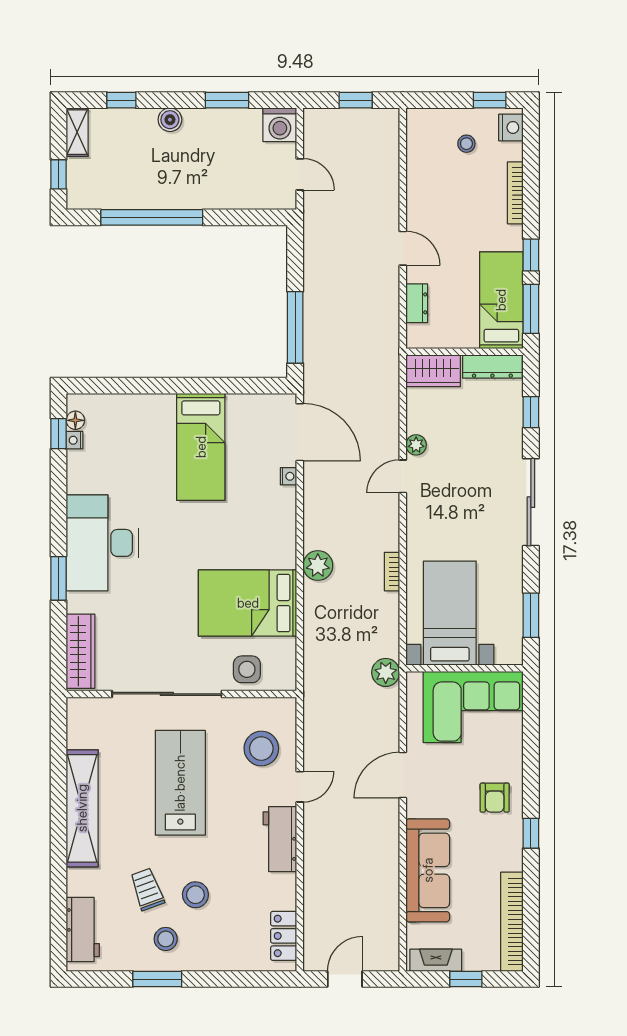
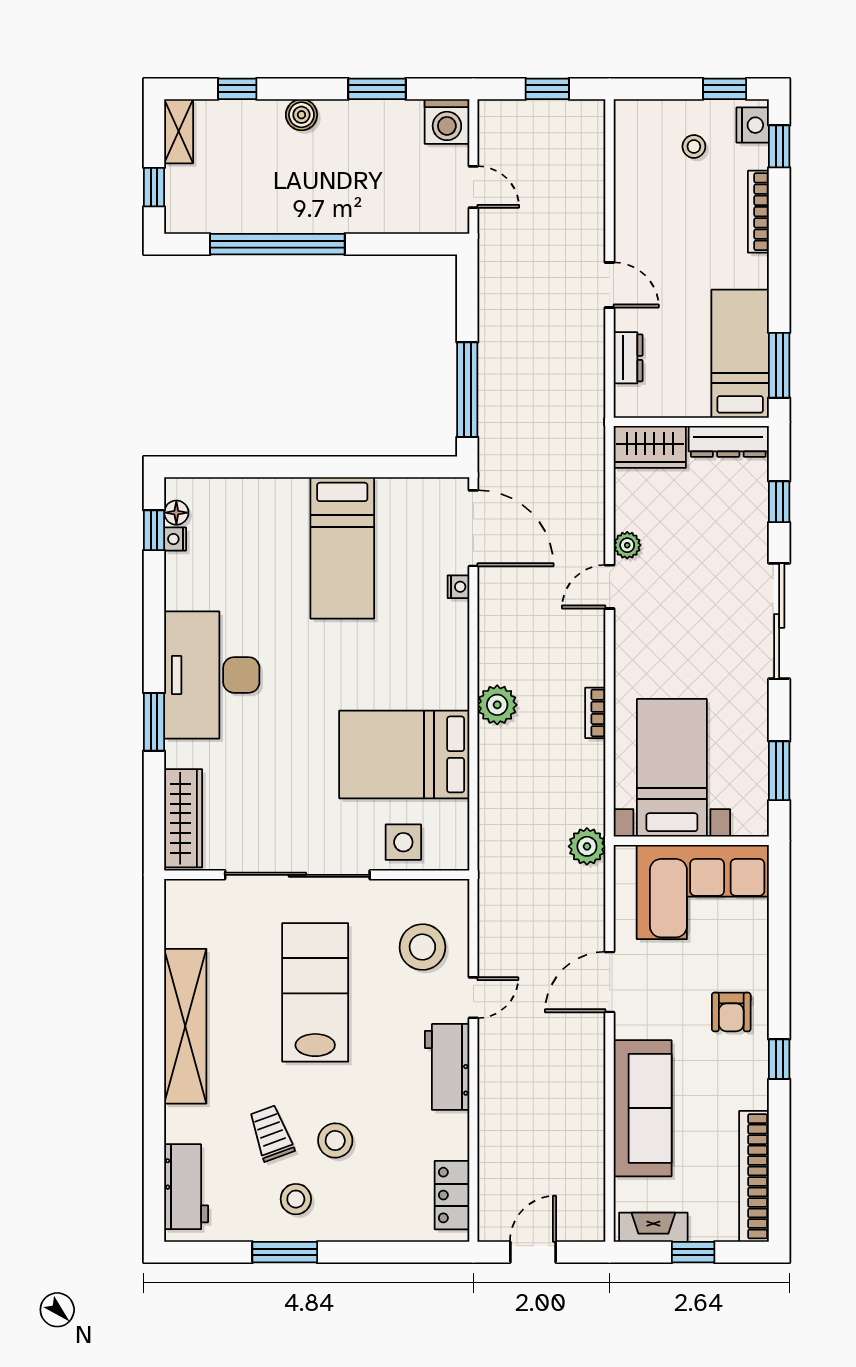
window: (531, 255) -> (779, 146), moved

